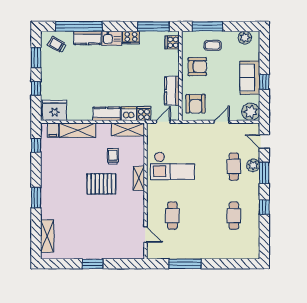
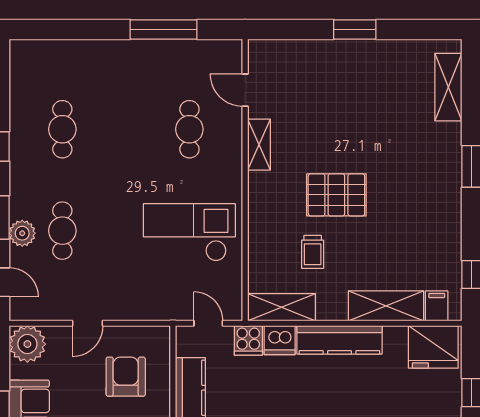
armchair: (196, 104) -> (126, 377), moved
kitchen counter: (107, 114) -> (339, 340), width x1.50
door: (163, 122) -> (208, 323), swing flipped
shelving: (139, 178) -> (259, 145), moved

